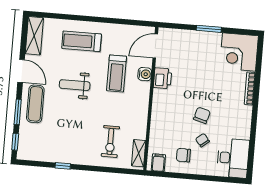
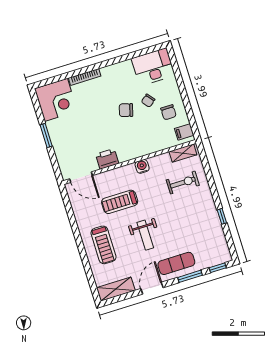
treadmill: (117, 73) -> (120, 202), turned 180
water cooler: (145, 74) -> (142, 166), moved

